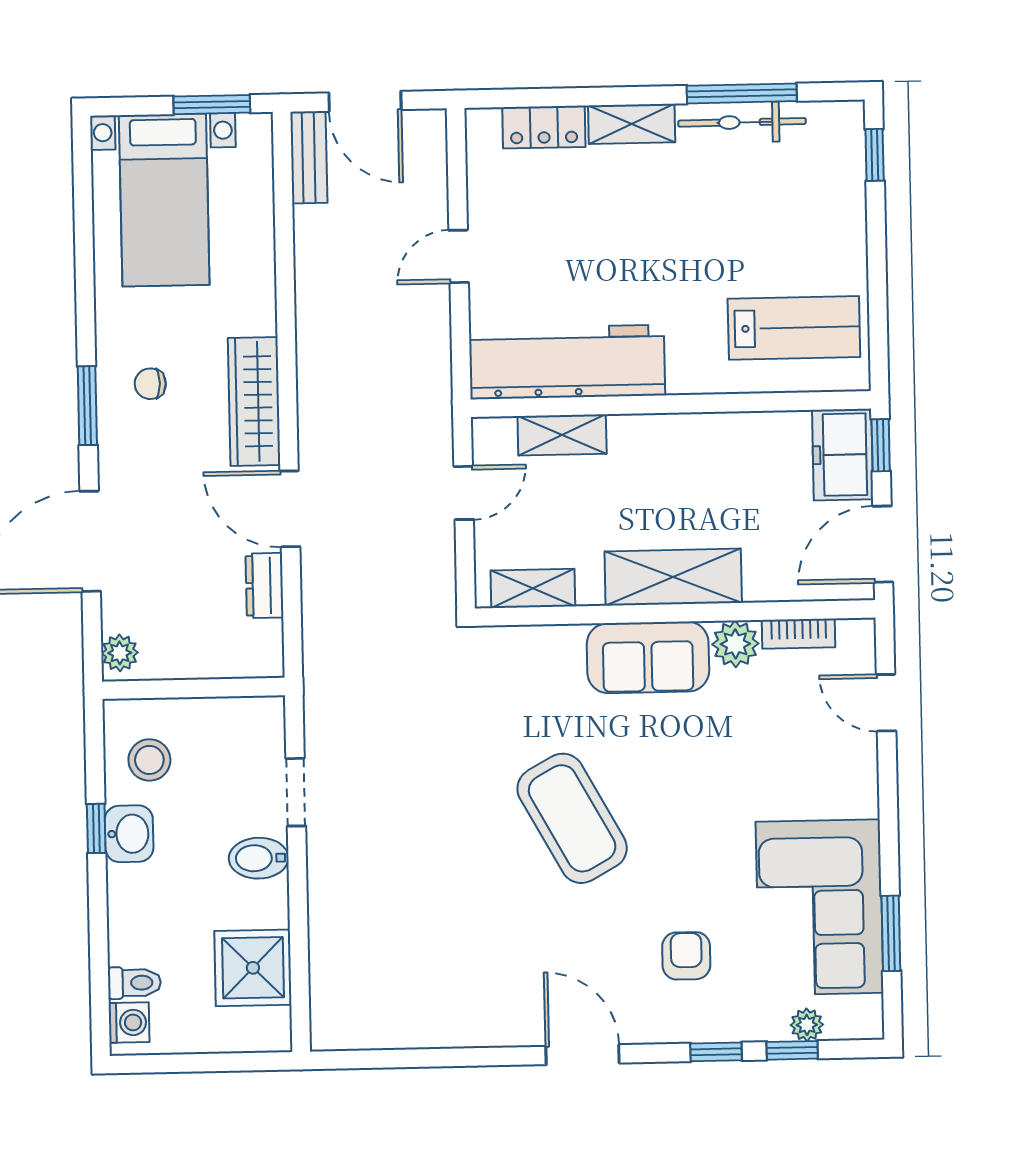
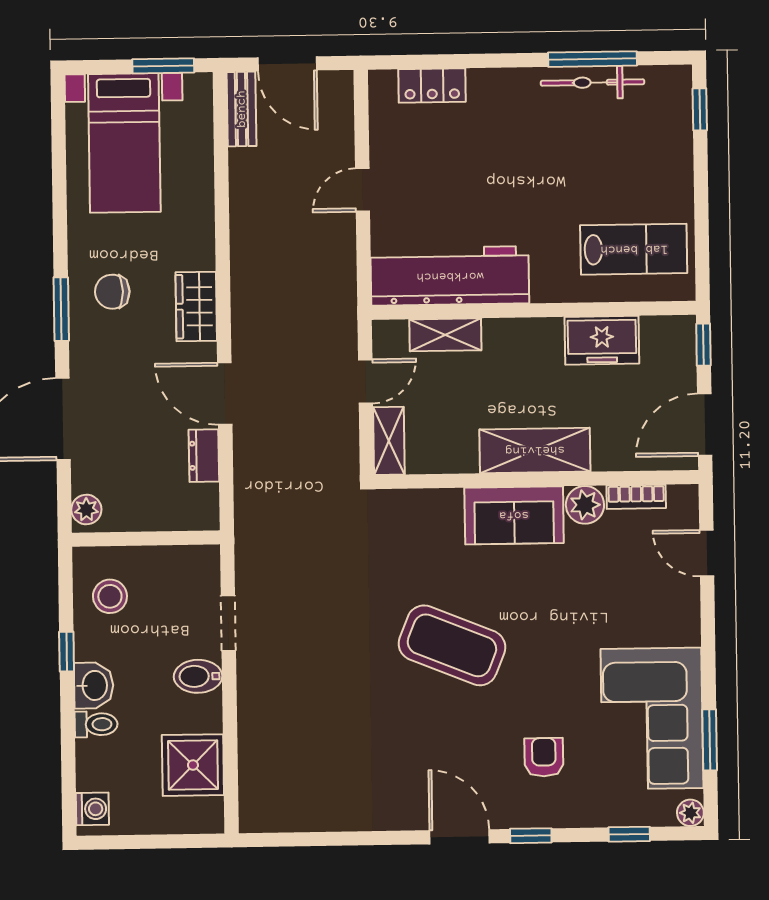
shelving: (632, 124) -> (503, 83), removed
chair: (150, 384) -> (112, 292), width x1.37, depth x1.37
wardrobe: (254, 401) -> (196, 306), width x0.67
freezer: (843, 455) -> (602, 340), moved, turned -90
shelving: (533, 588) -> (389, 441), moved, turned 90
coffee table: (572, 818) -> (452, 645), turned -39
washbasin: (129, 834) -> (94, 685), moved
toilet: (134, 983) -> (96, 724), moved
plant: (807, 1025) -> (690, 813), moved
window: (716, 1052) -> (531, 836), moved

